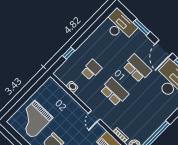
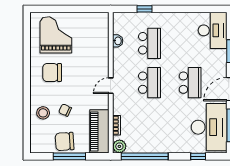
school desk: (91, 70) -> (149, 43), width x1.85
grand piano: (34, 119) -> (56, 35), turned 90

